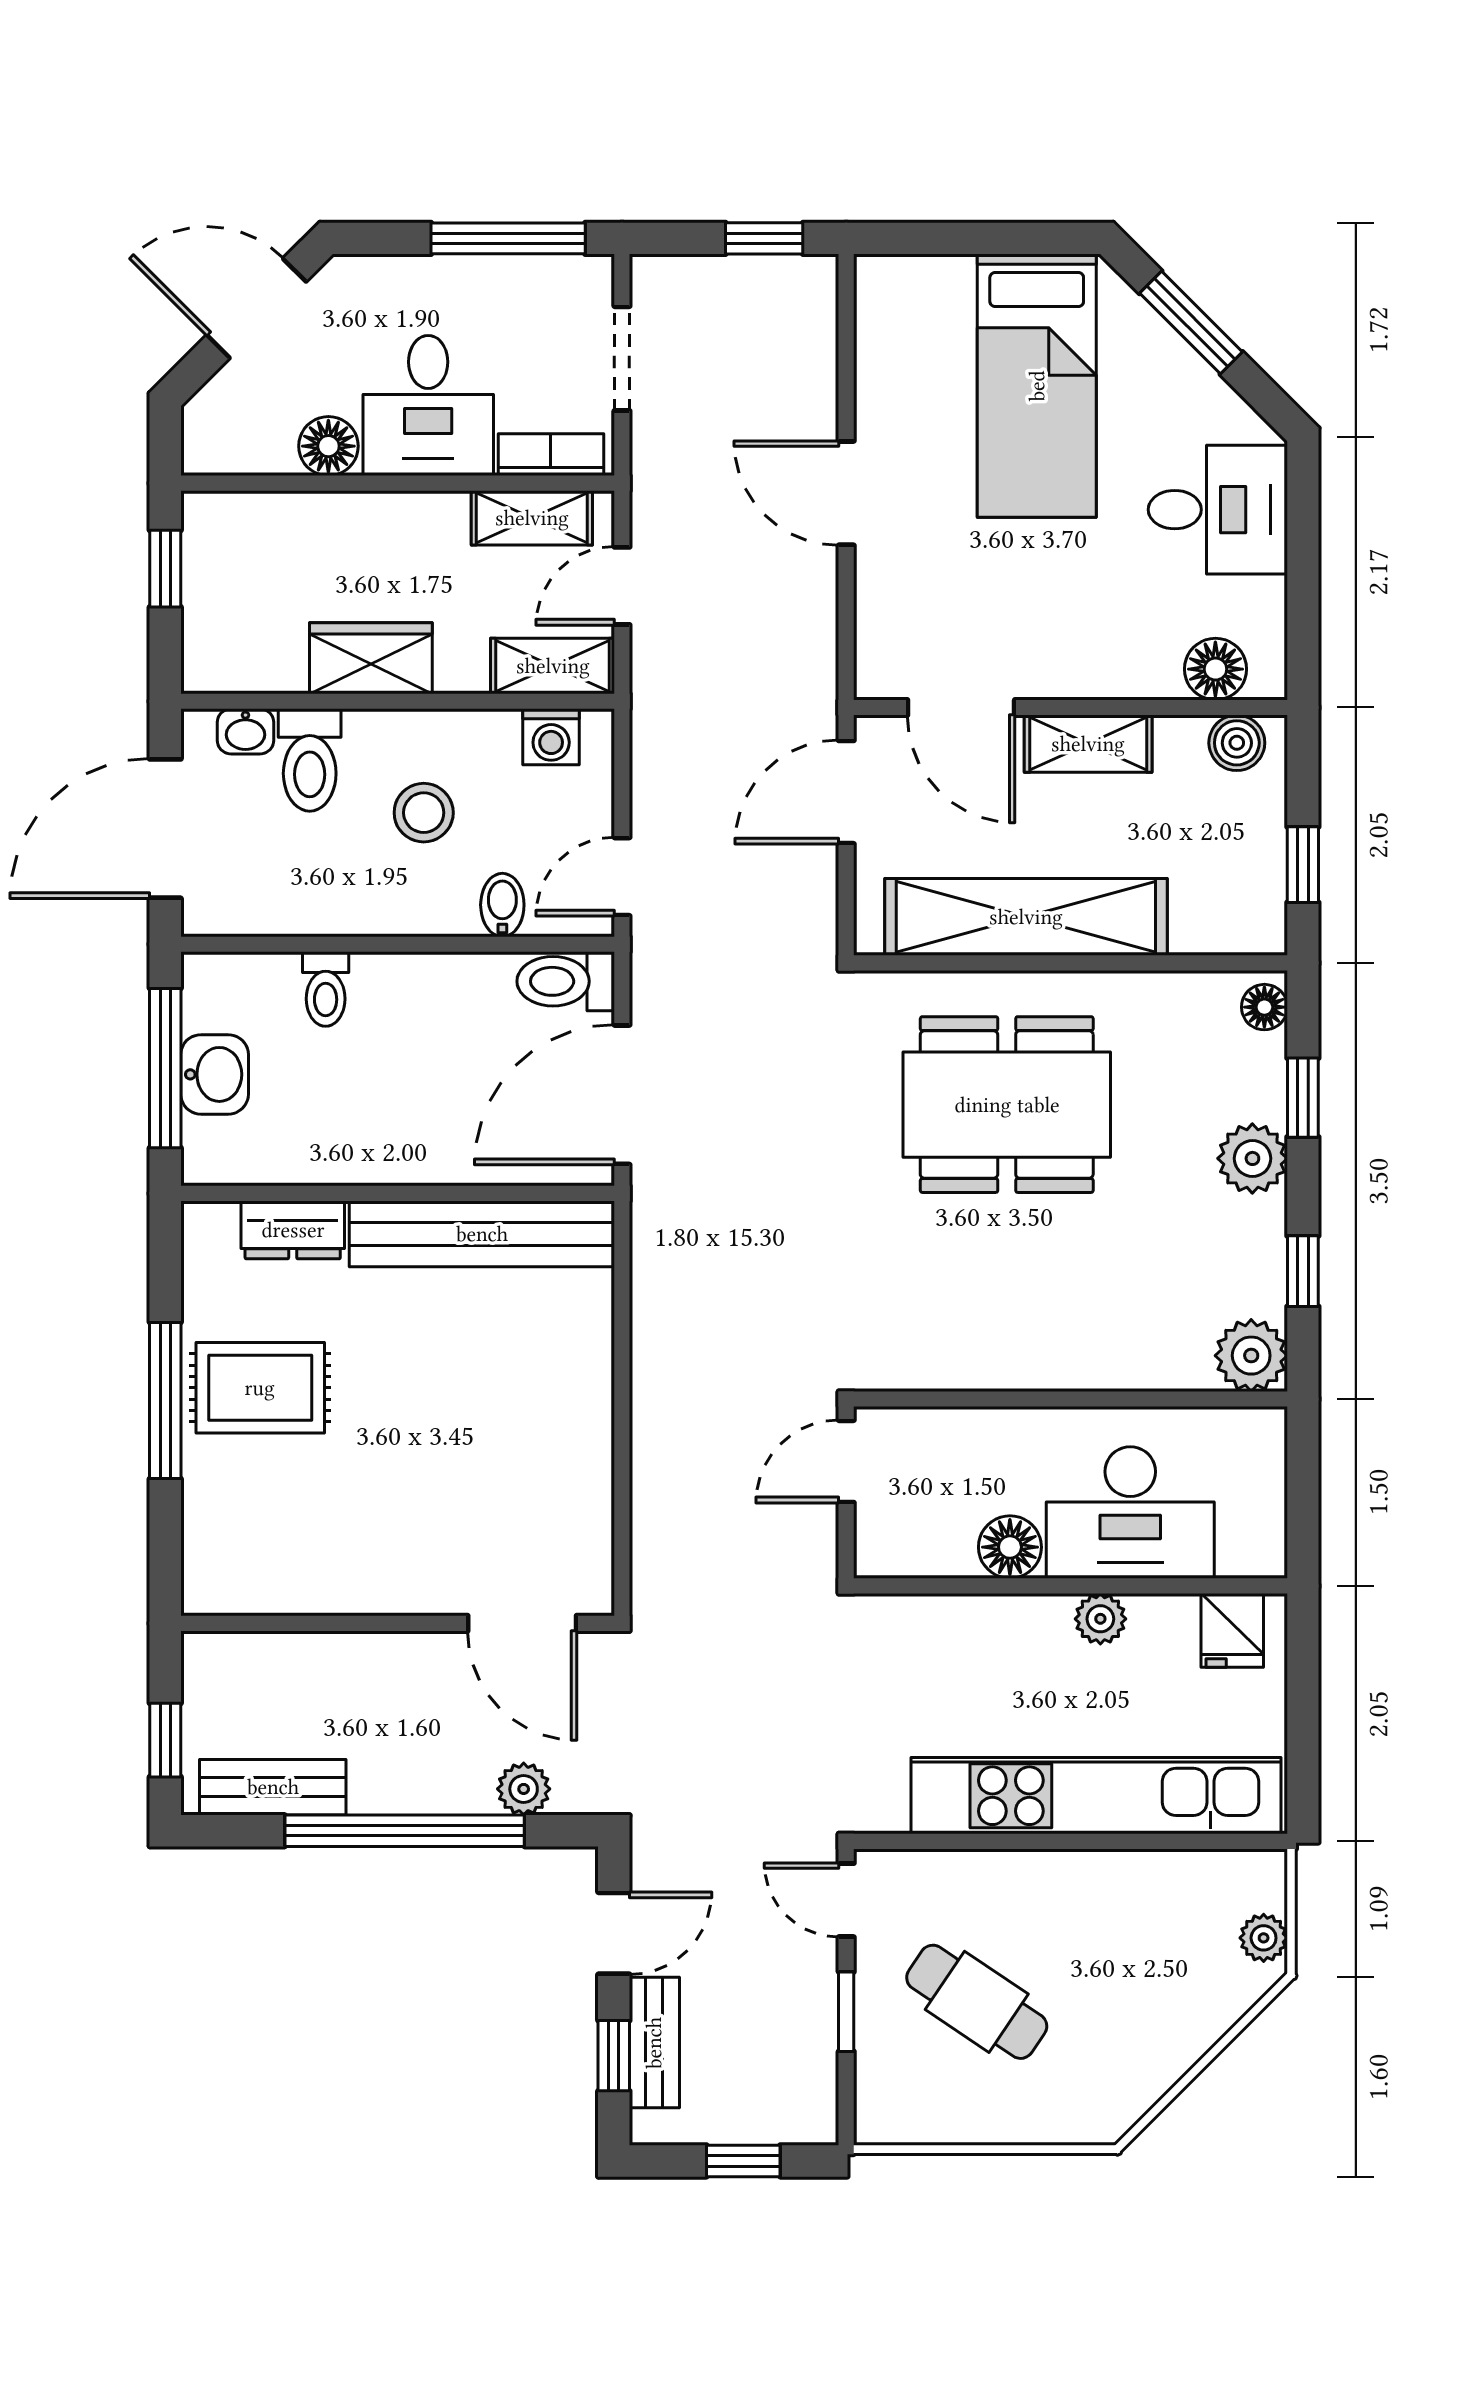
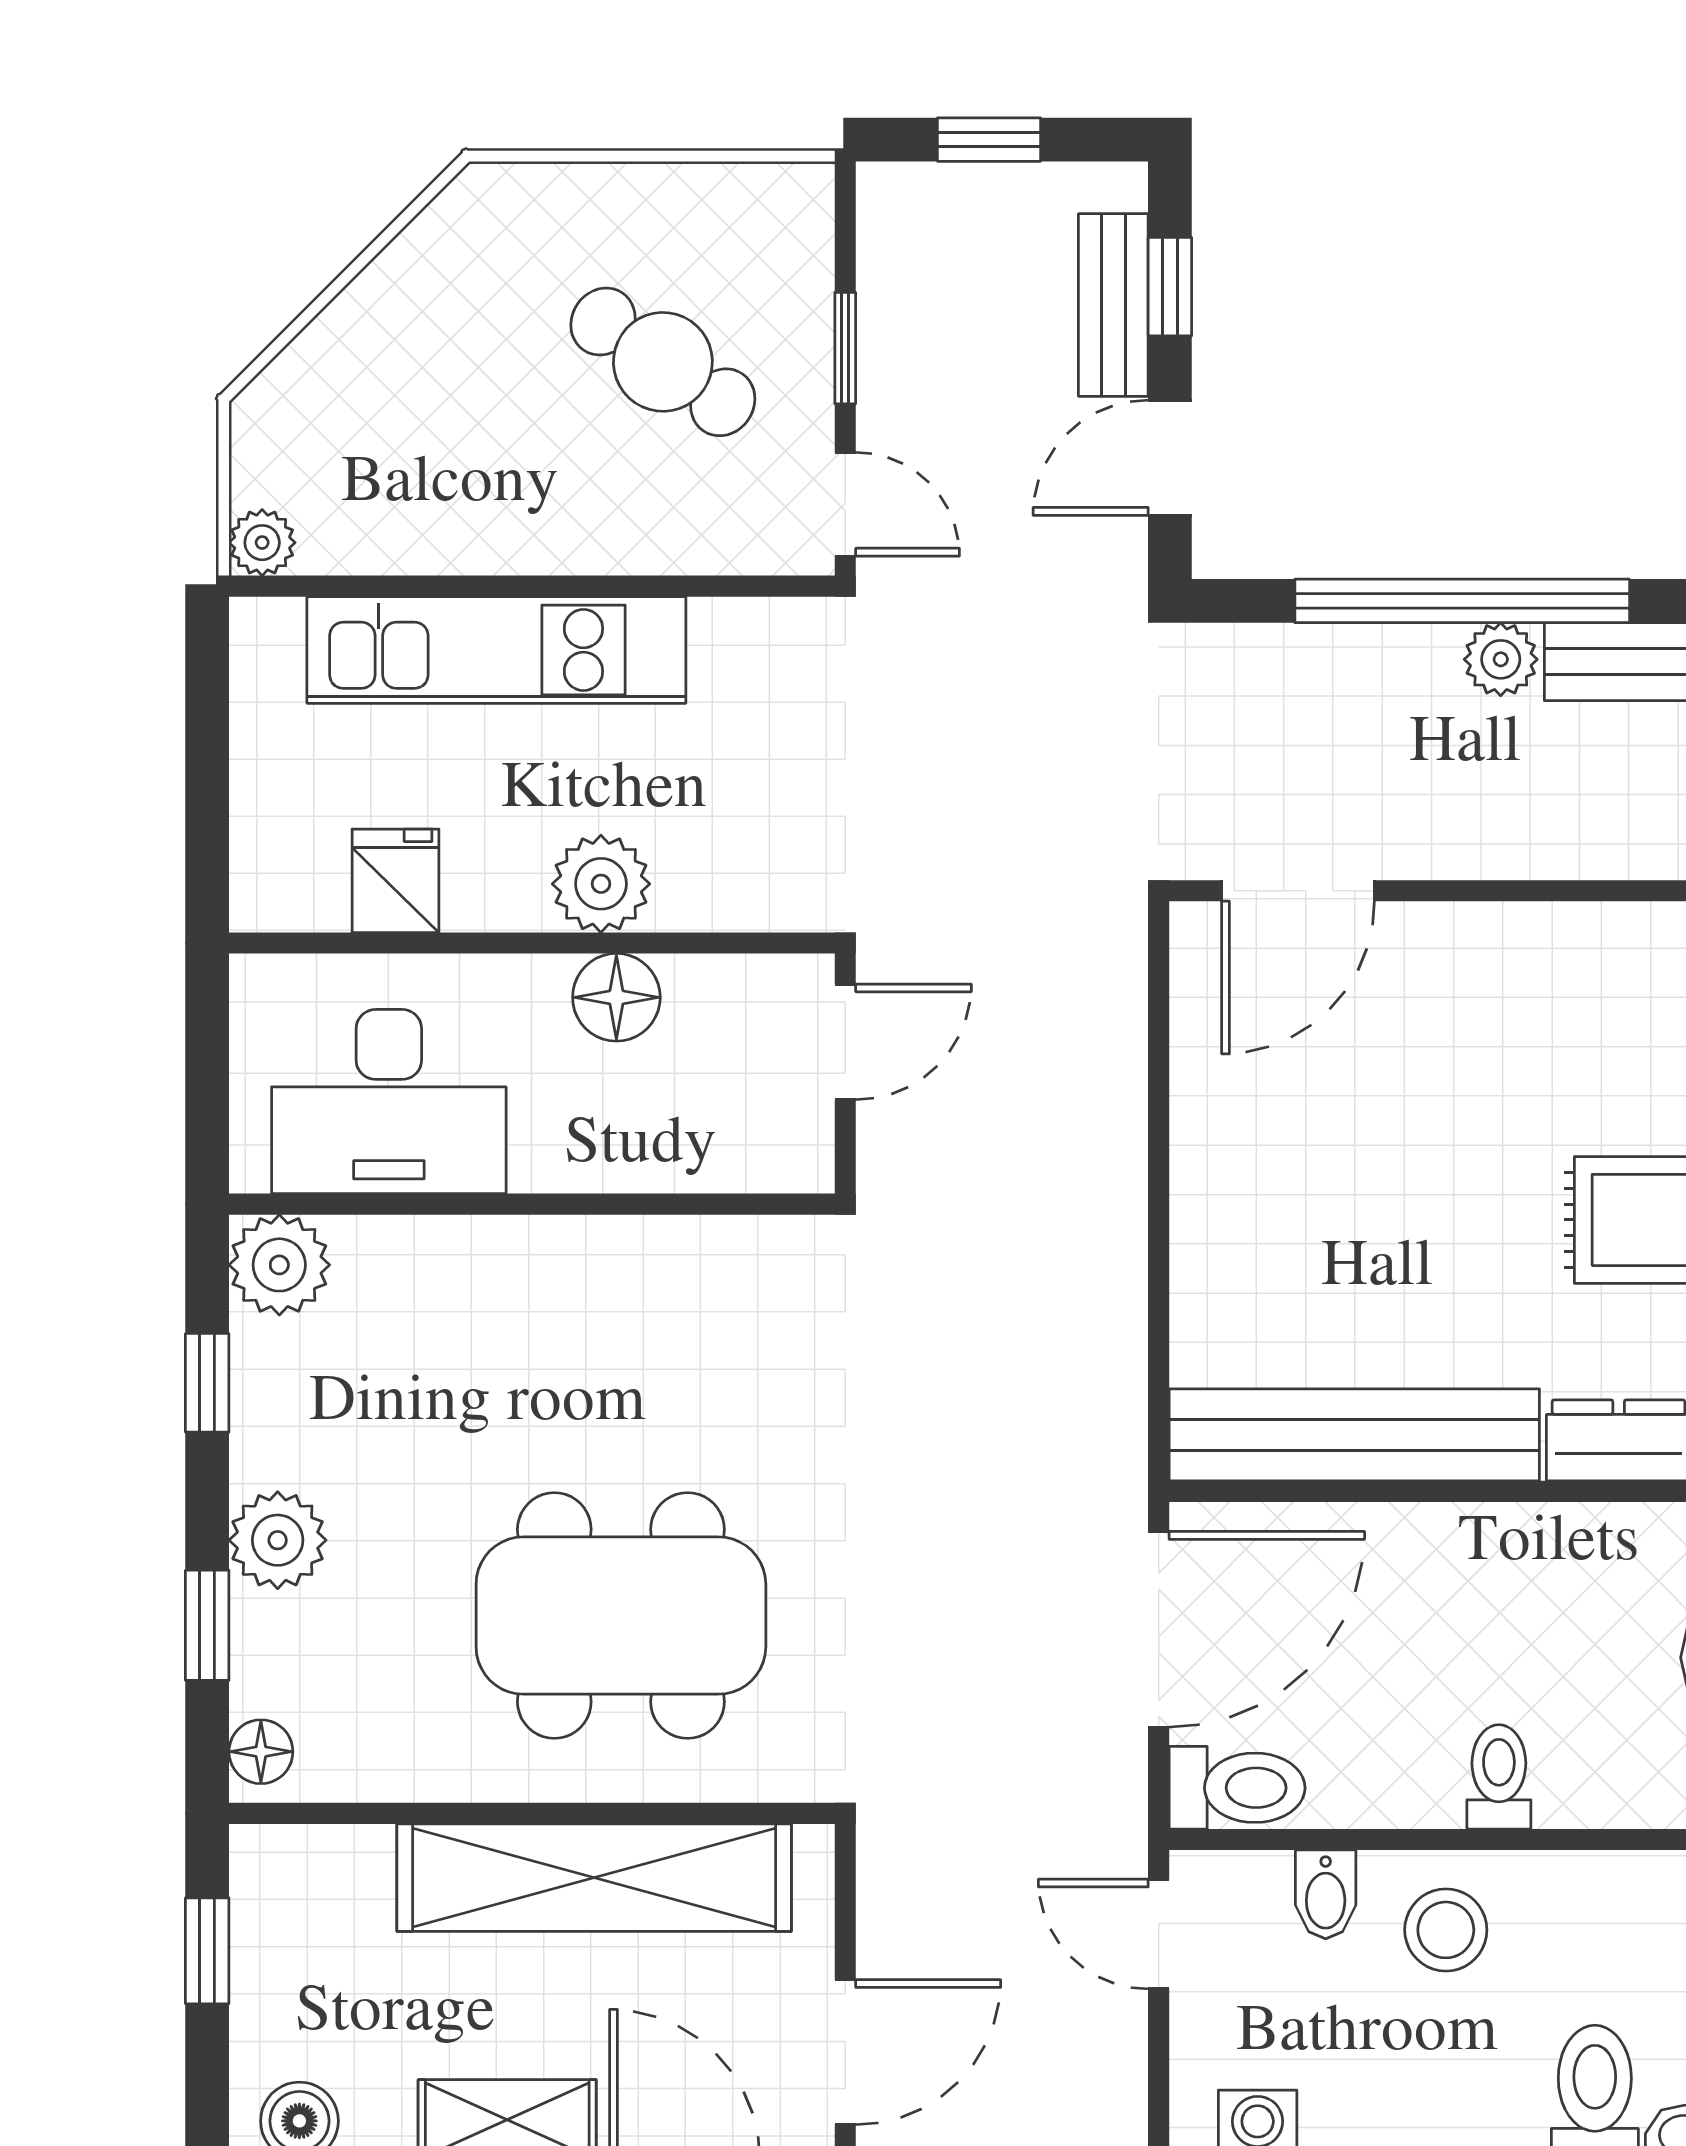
stool: (424, 813) -> (1446, 1930), moved
door: (622, 877) -> (1159, 1934), swing flipped
toilet: (326, 989) -> (1499, 1777), moved
door: (846, 1461) -> (845, 1042), moved
desk: (1130, 1513) -> (389, 1102), moved, turned 180
plant: (1100, 1619) -> (601, 884), moved, width x1.38, depth x1.38
door: (522, 1623) -> (1298, 891), swing flipped
fridge: (1232, 1630) -> (396, 881), moved
plant: (524, 1789) -> (1501, 659), moved
kitchen unit: (1096, 1796) -> (496, 650), width x0.73
plant: (1264, 1938) -> (262, 543), moved

